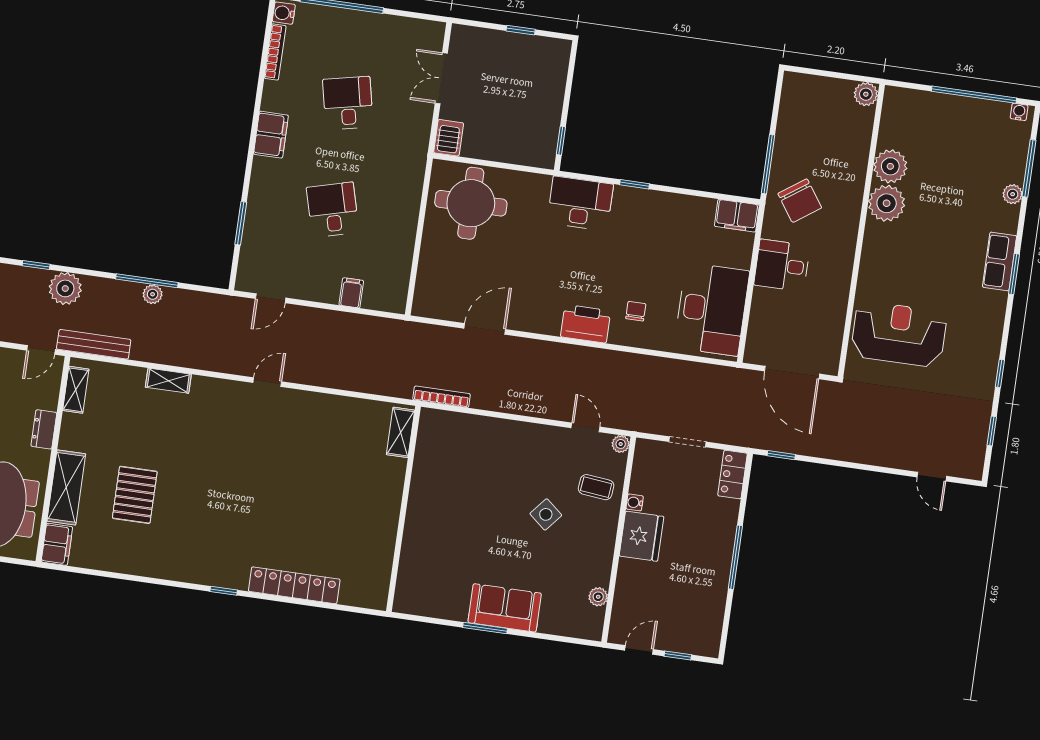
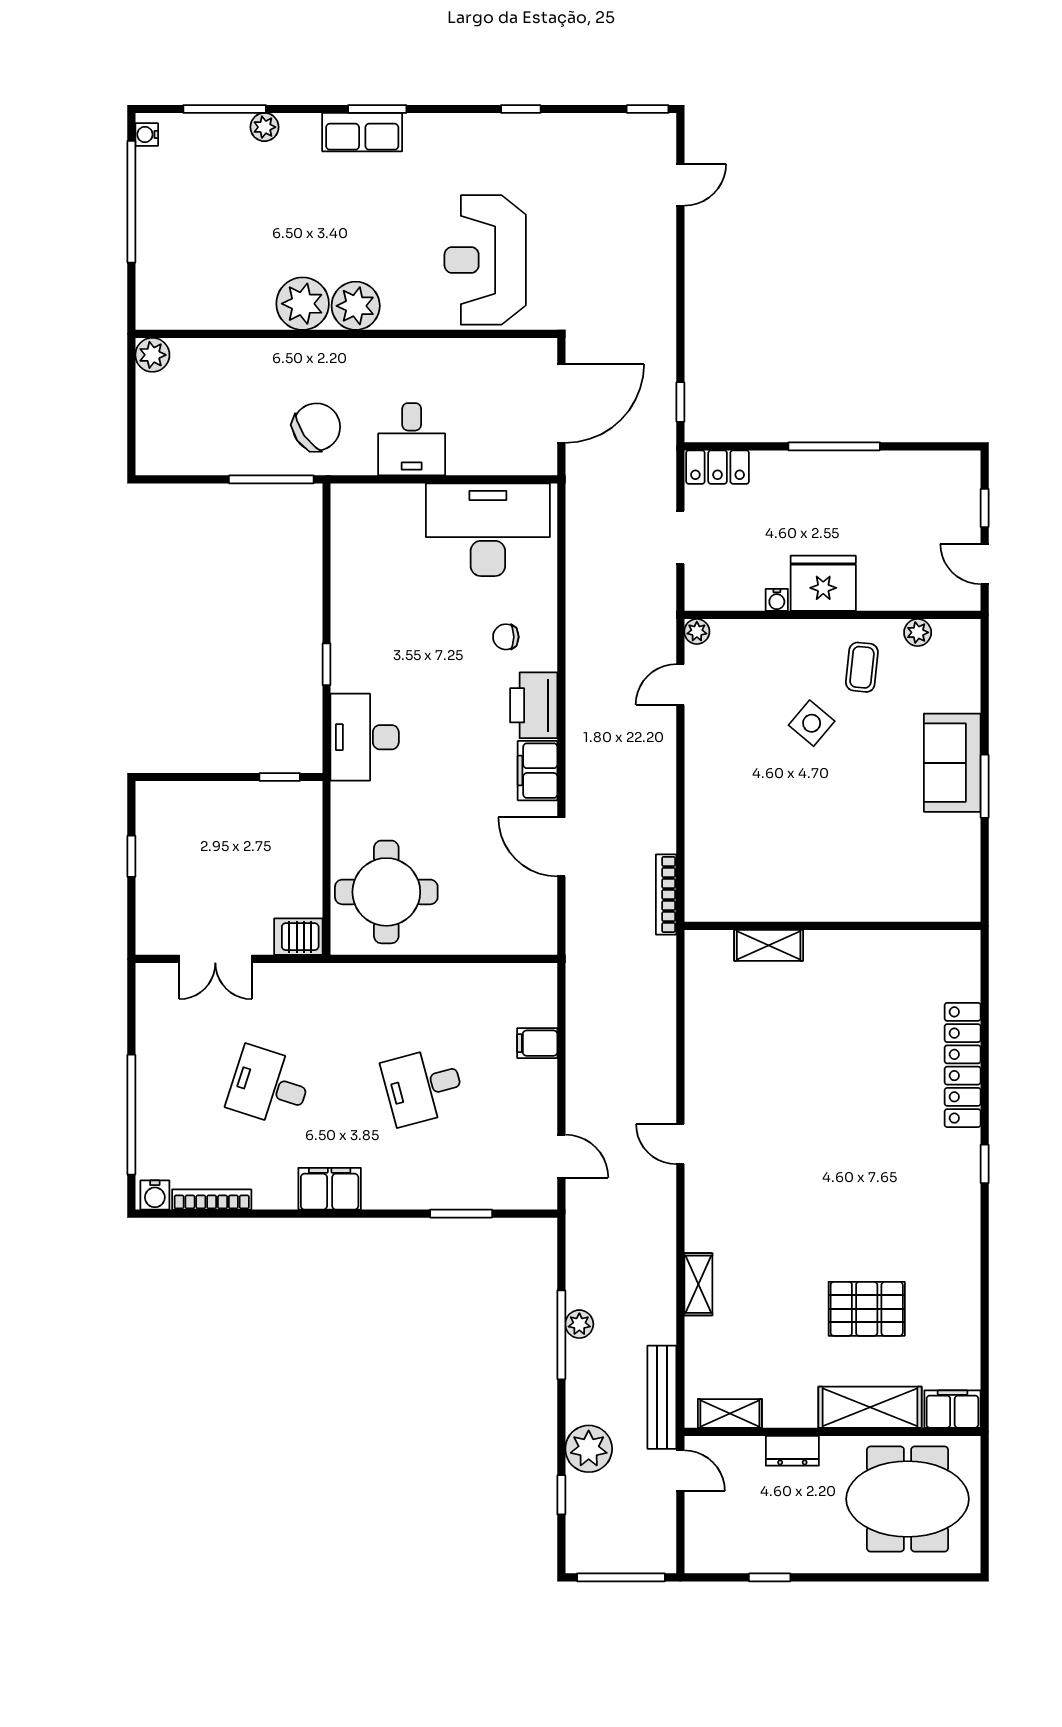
desk: (348, 103) -> (269, 1086), turned 30
plant: (890, 166) -> (356, 306), moved
filing cabinet: (737, 216) -> (538, 771), moved, turned 180
window: (992, 431) -> (648, 109), moved
shelving: (401, 432) -> (769, 945), moved
coffee table: (596, 487) -> (862, 667), moved

